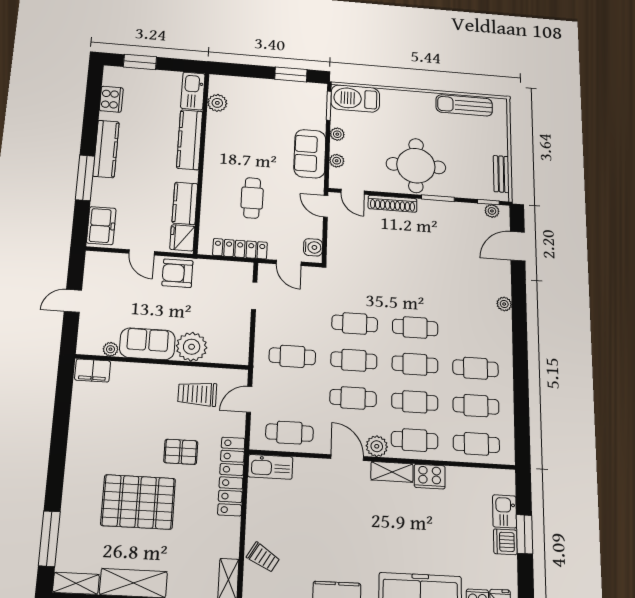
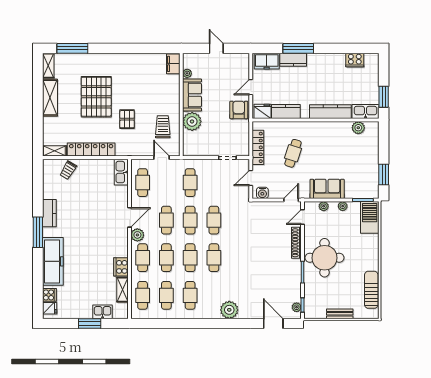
window: (140, 62) -> (384, 97), moved
kitchen counter: (106, 149) -> (293, 60), moved, width x0.67
bench: (501, 174) -> (340, 314), moved
cafe table: (252, 198) -> (293, 153), turned -72
plant: (504, 304) -> (229, 310), width x1.88, depth x1.88
shelving: (392, 472) -> (122, 290), moved
locker: (231, 476) -> (91, 150), moved
dishwasher: (505, 542) -> (85, 312), removed

